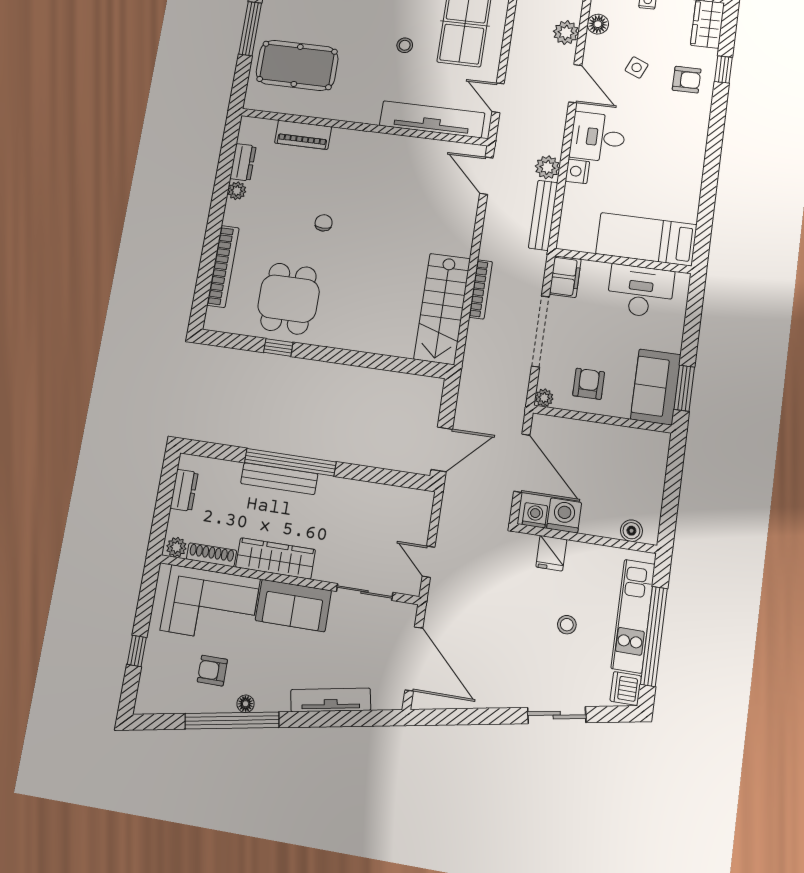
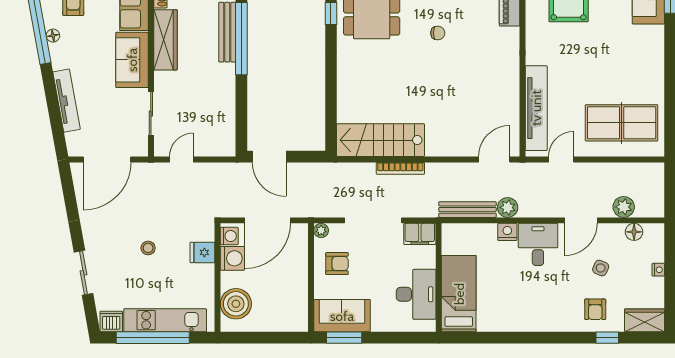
stool: (405, 45) -> (597, 76), removed
boiler: (631, 531) -> (236, 304), width x1.86, depth x1.86
stool: (567, 625) -> (148, 248), moved

